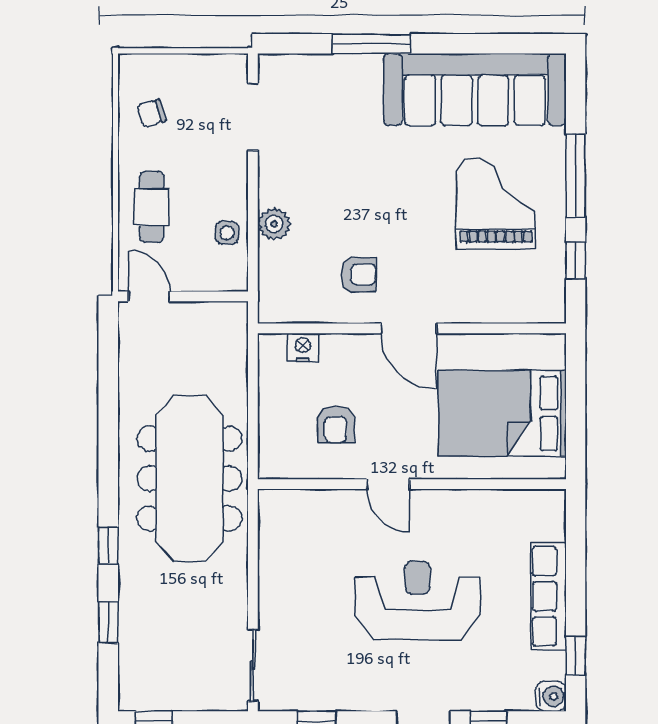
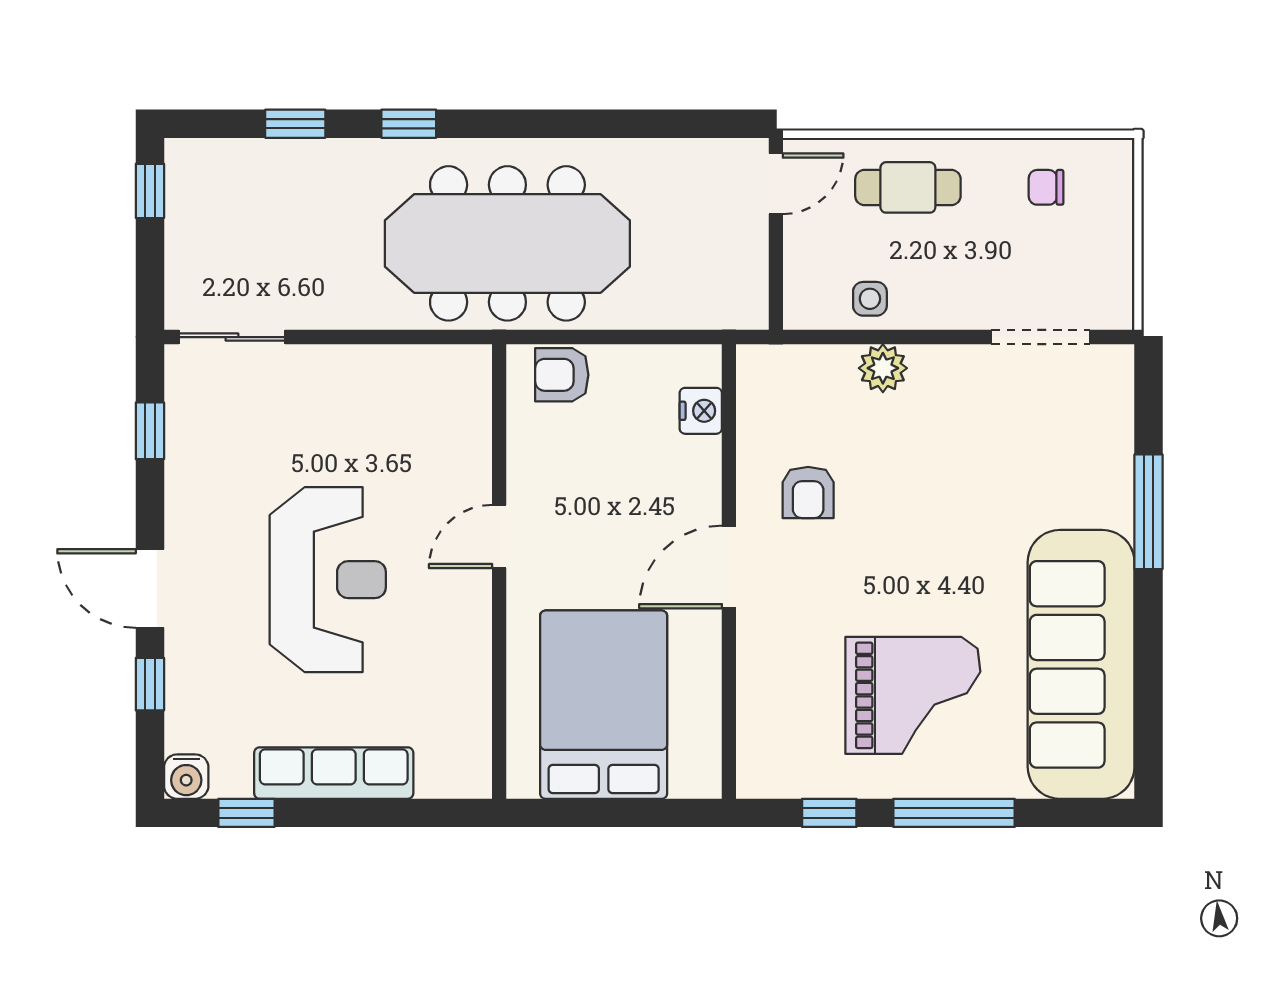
chair: (151, 113) -> (1046, 187), turned -74
armchair: (336, 424) -> (562, 375), moved

